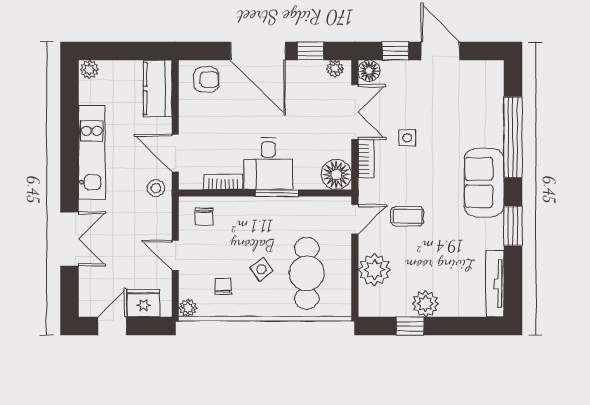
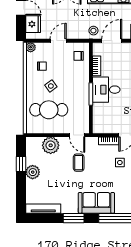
floor lamp: (336, 174) -> (101, 125), removed

